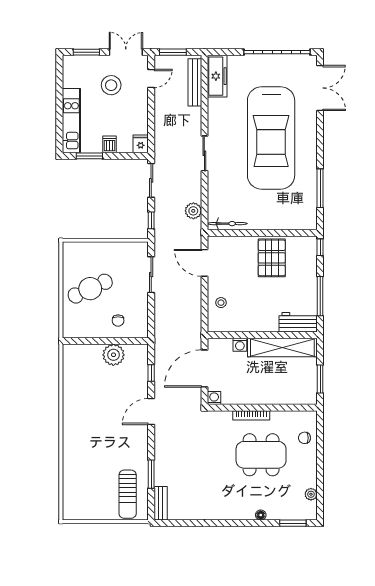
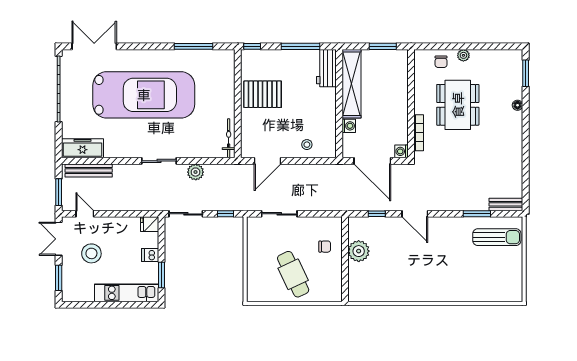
plant: (193, 211) -> (196, 172), moved
bookcase: (251, 415) -> (419, 133), moved
plant: (311, 494) -> (463, 55), moved

